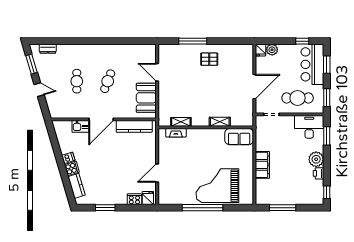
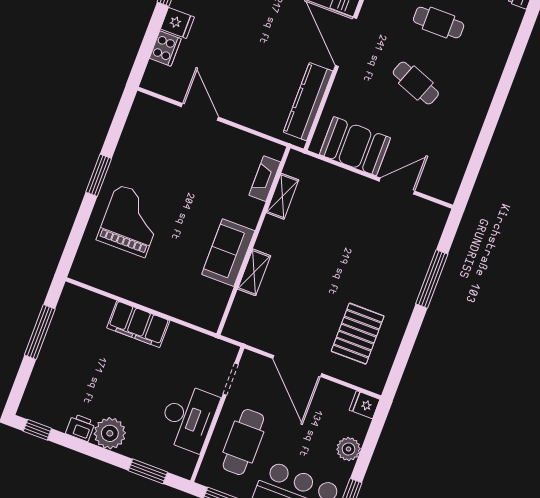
plant: (272, 50) -> (348, 449), moved
pallet: (209, 59) -> (358, 334), moved, width x1.50, depth x1.42
desk: (309, 127) -> (188, 418), moved
sofa: (239, 137) -> (228, 253), moved
grand piano: (217, 186) -> (131, 221), width x0.73, depth x0.68
fridge: (148, 198) -> (177, 23), moved
window: (202, 208) -> (99, 175), width x0.47

